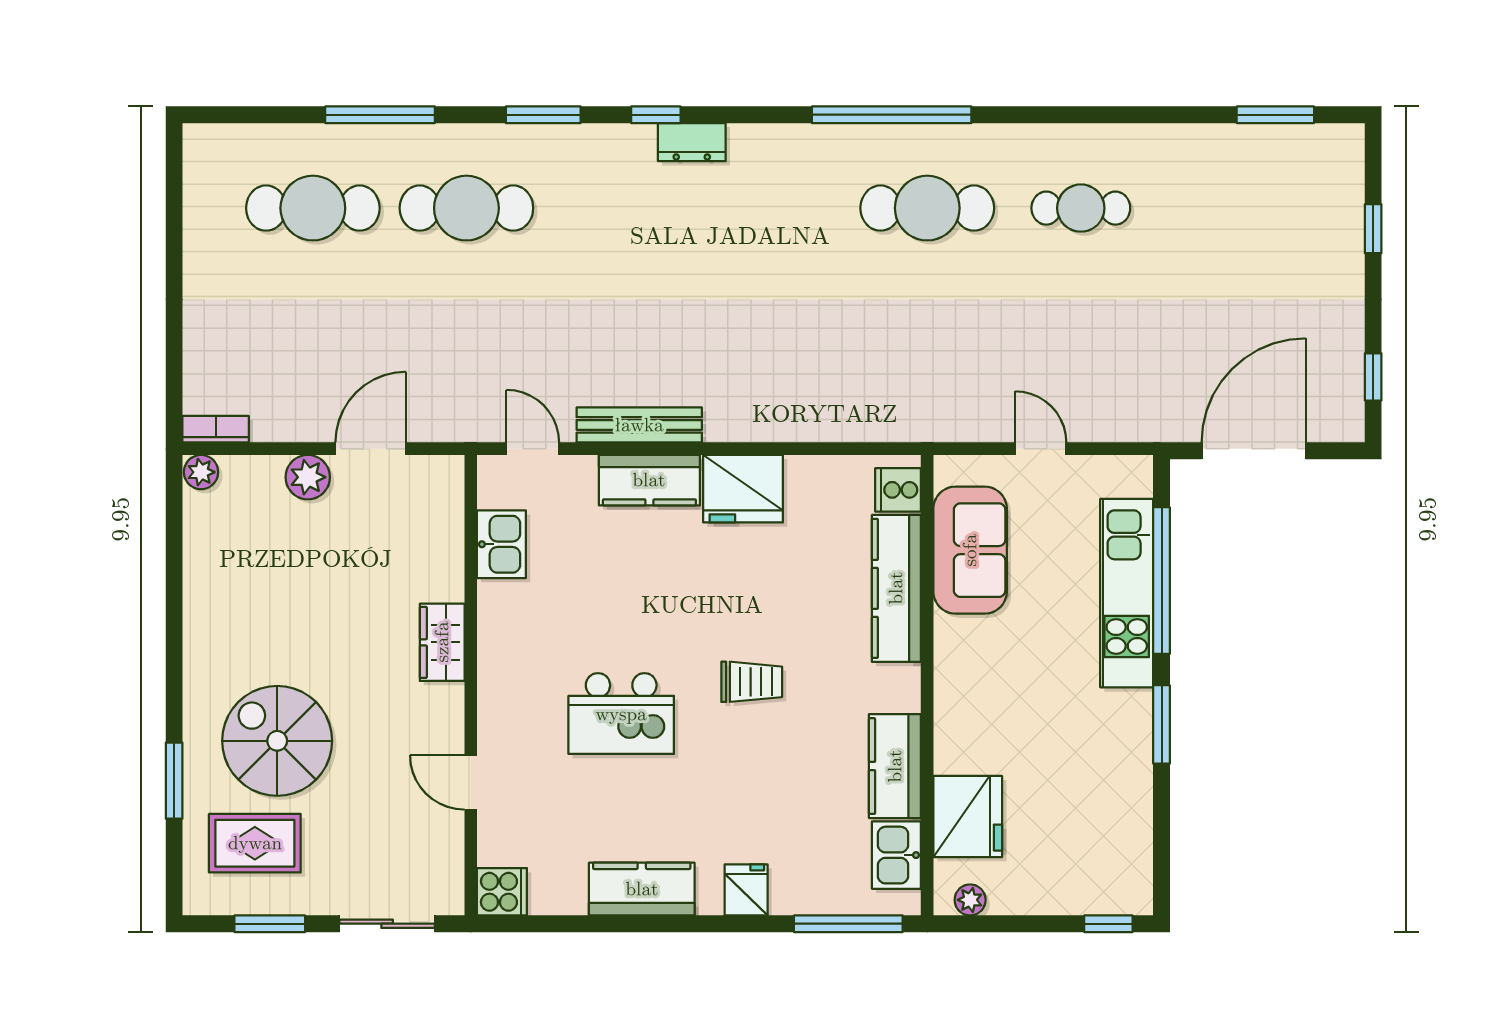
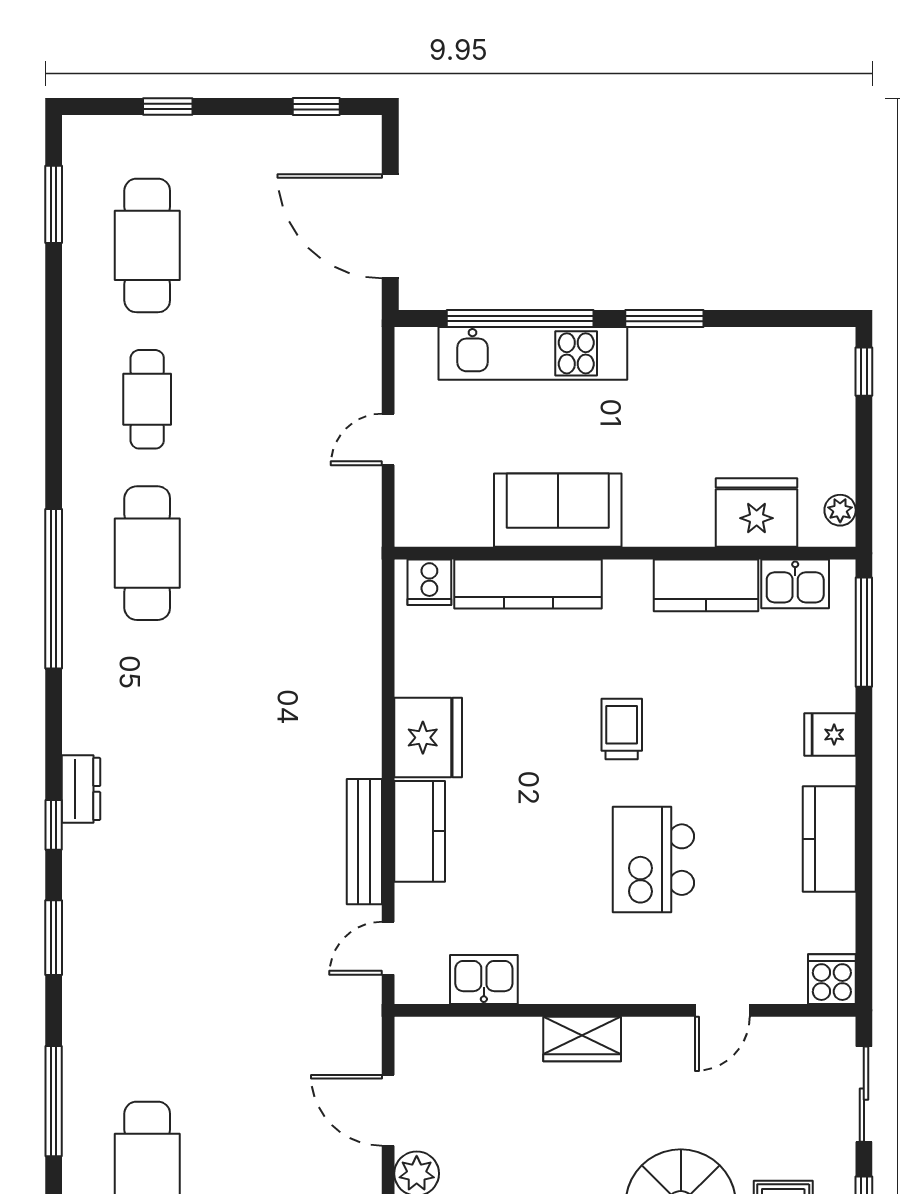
cafe table: (466, 208) -> (147, 245), moved
sofa: (970, 550) -> (558, 510), moved
kitchen island: (621, 714) -> (653, 860), turned 180

